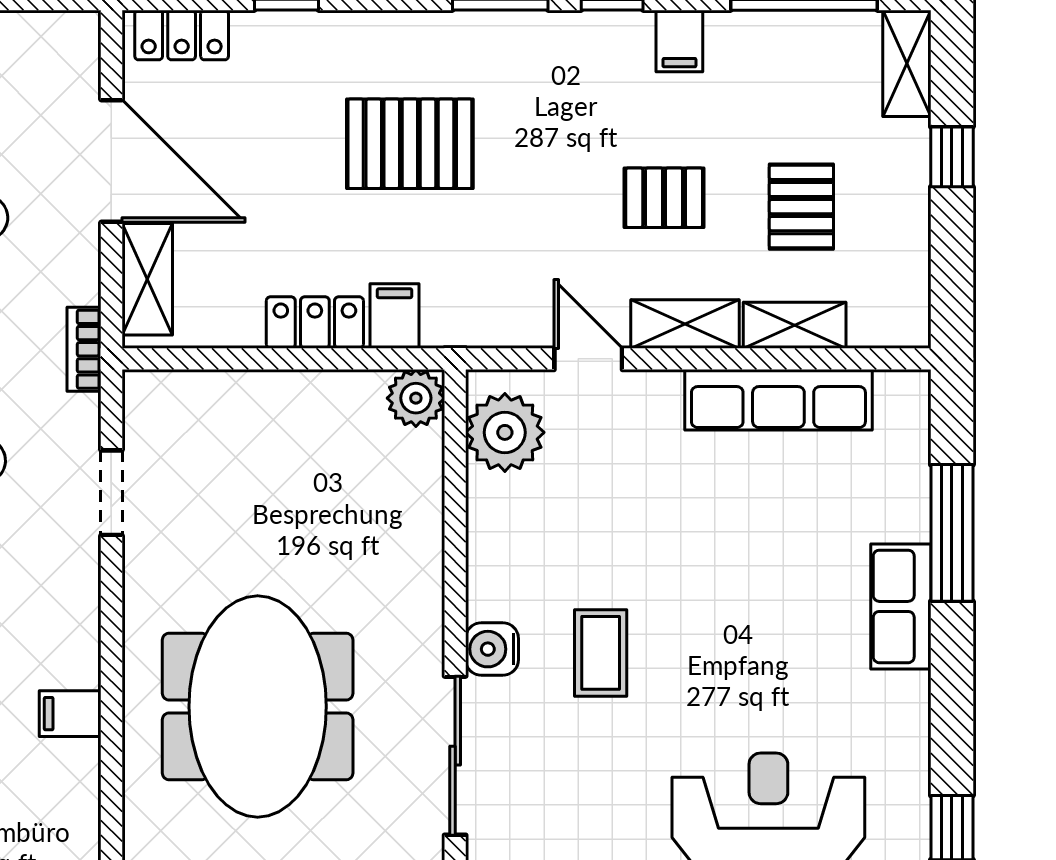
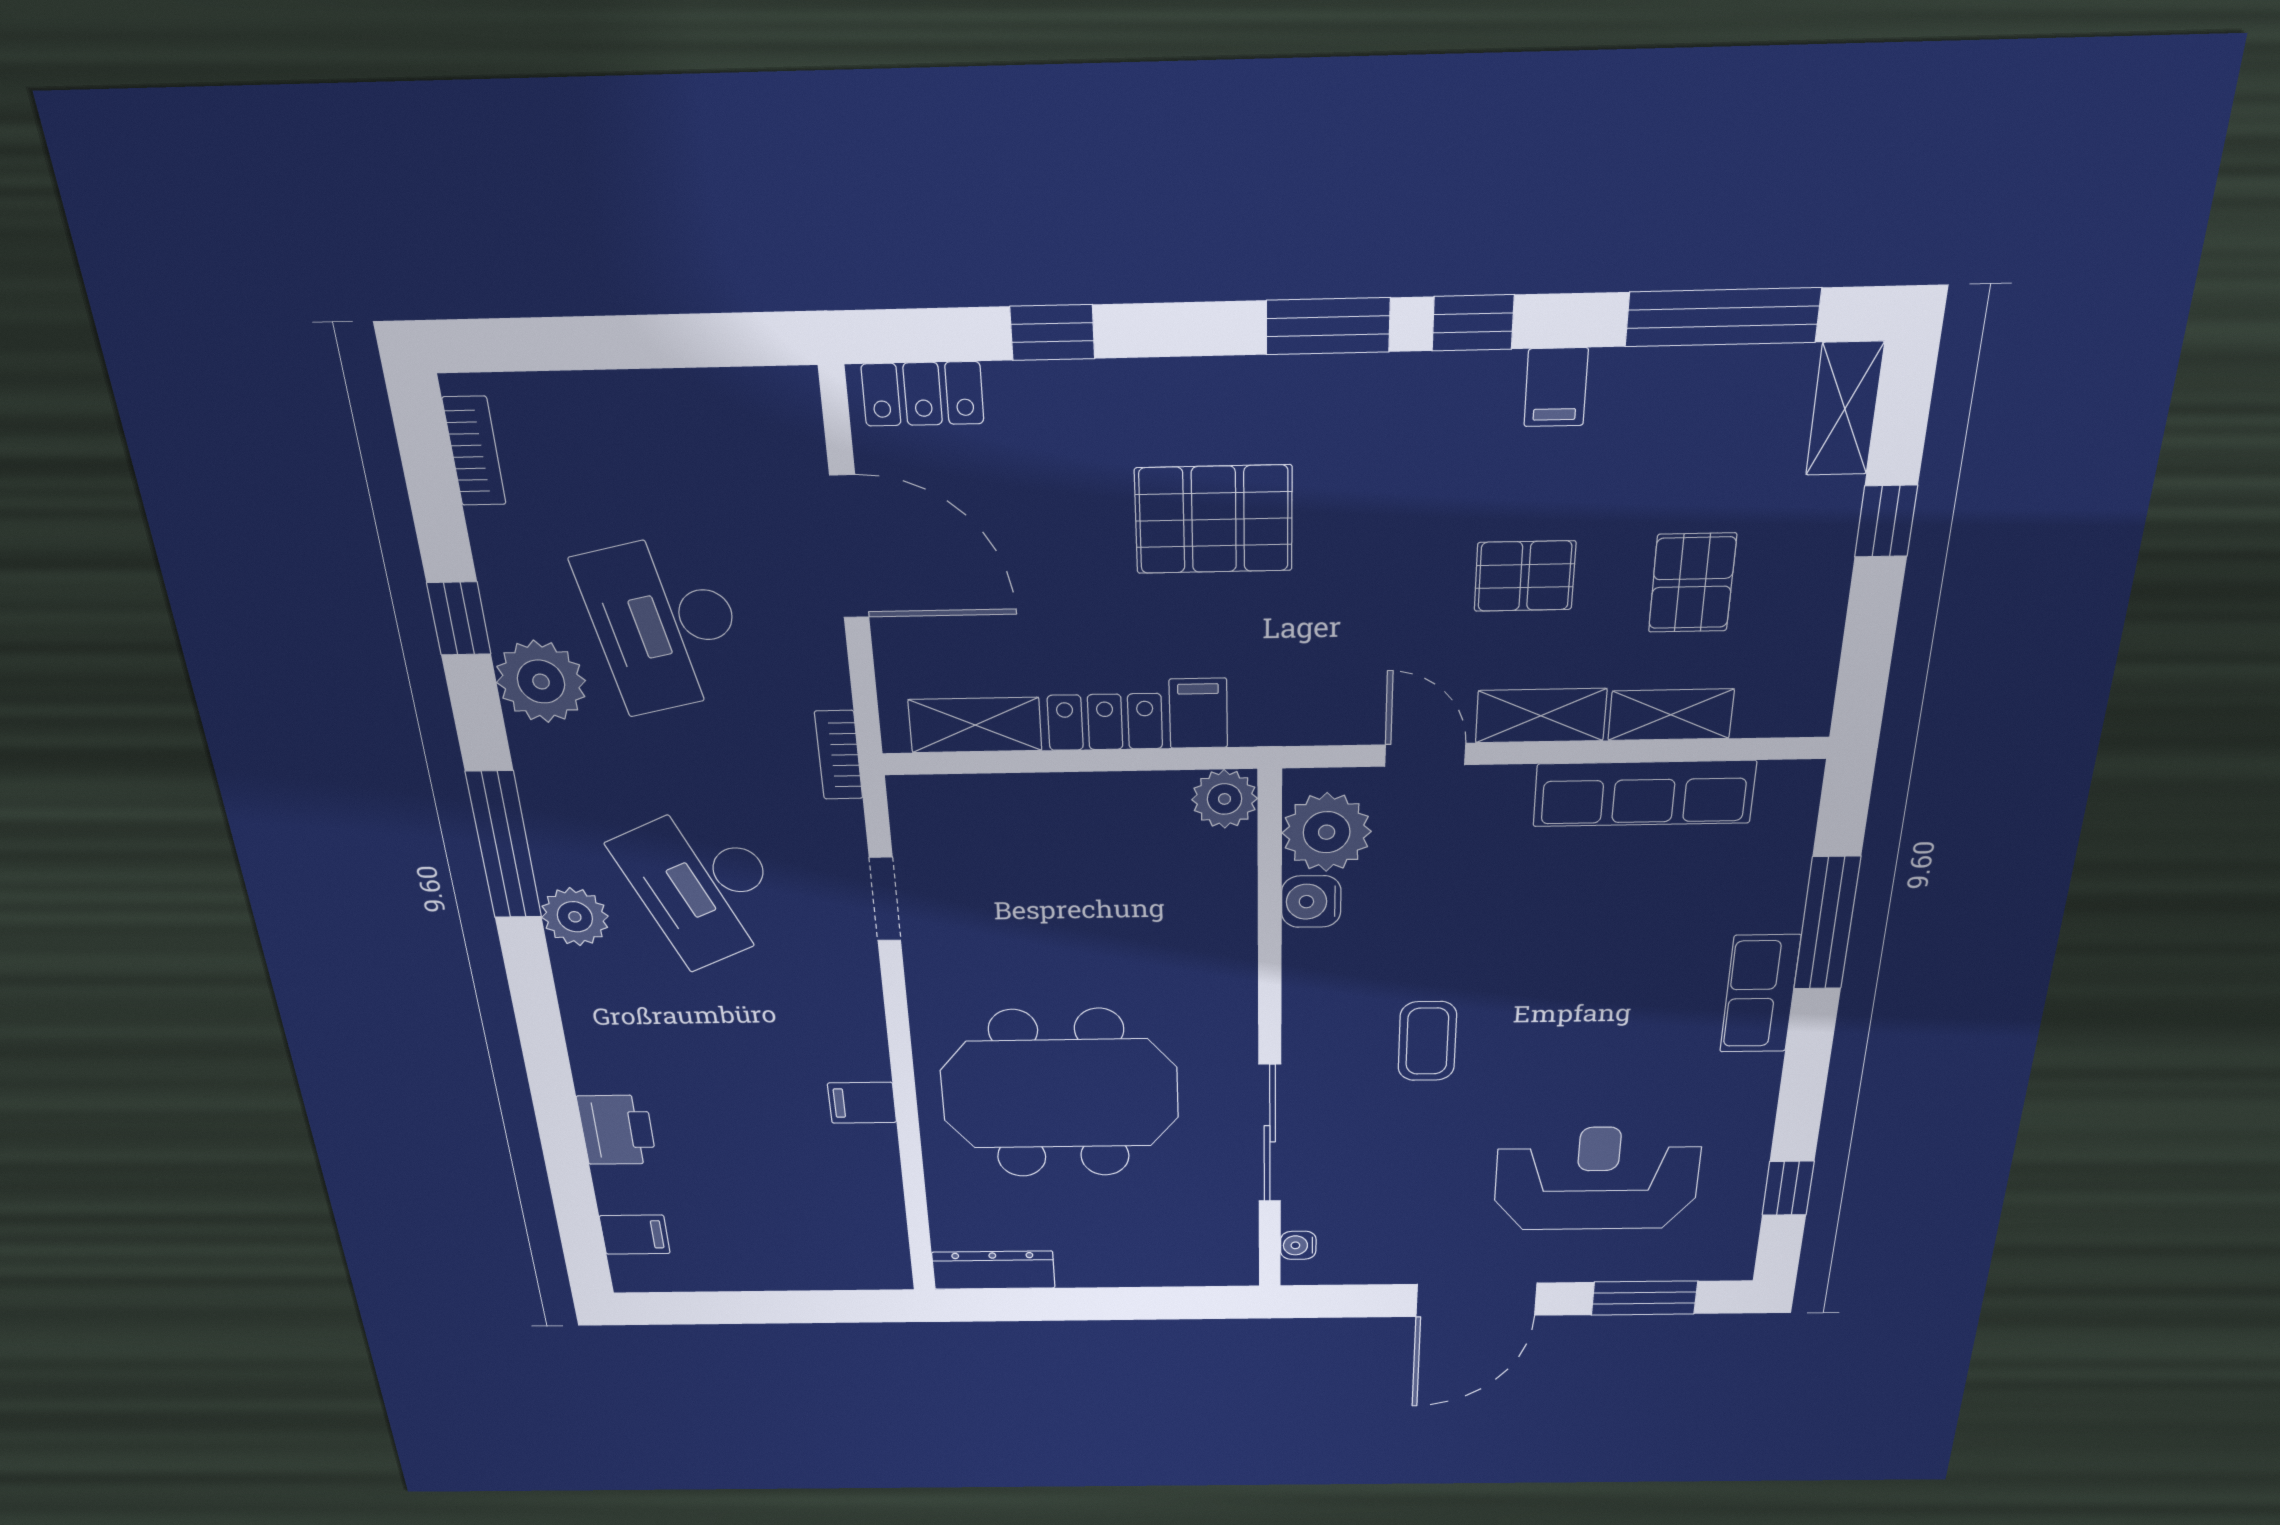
shelving: (147, 279) -> (975, 725), moved, turned 90
water cooler: (492, 649) -> (1311, 902), moved
meeting table: (258, 706) -> (1060, 1094), turned 90

